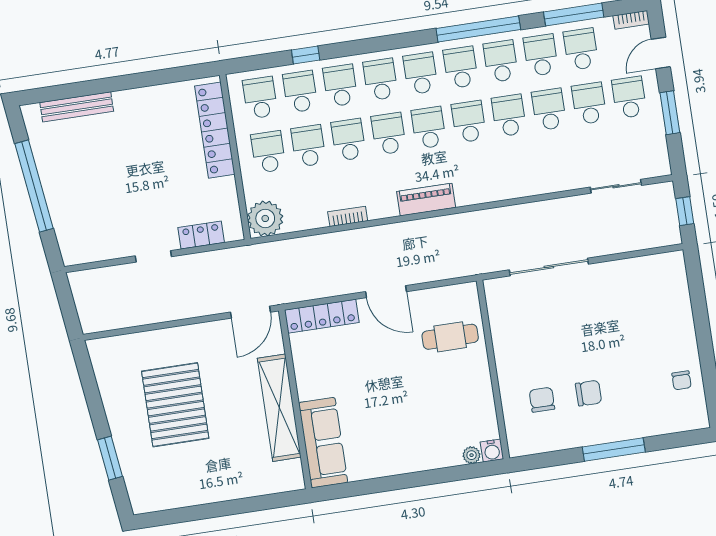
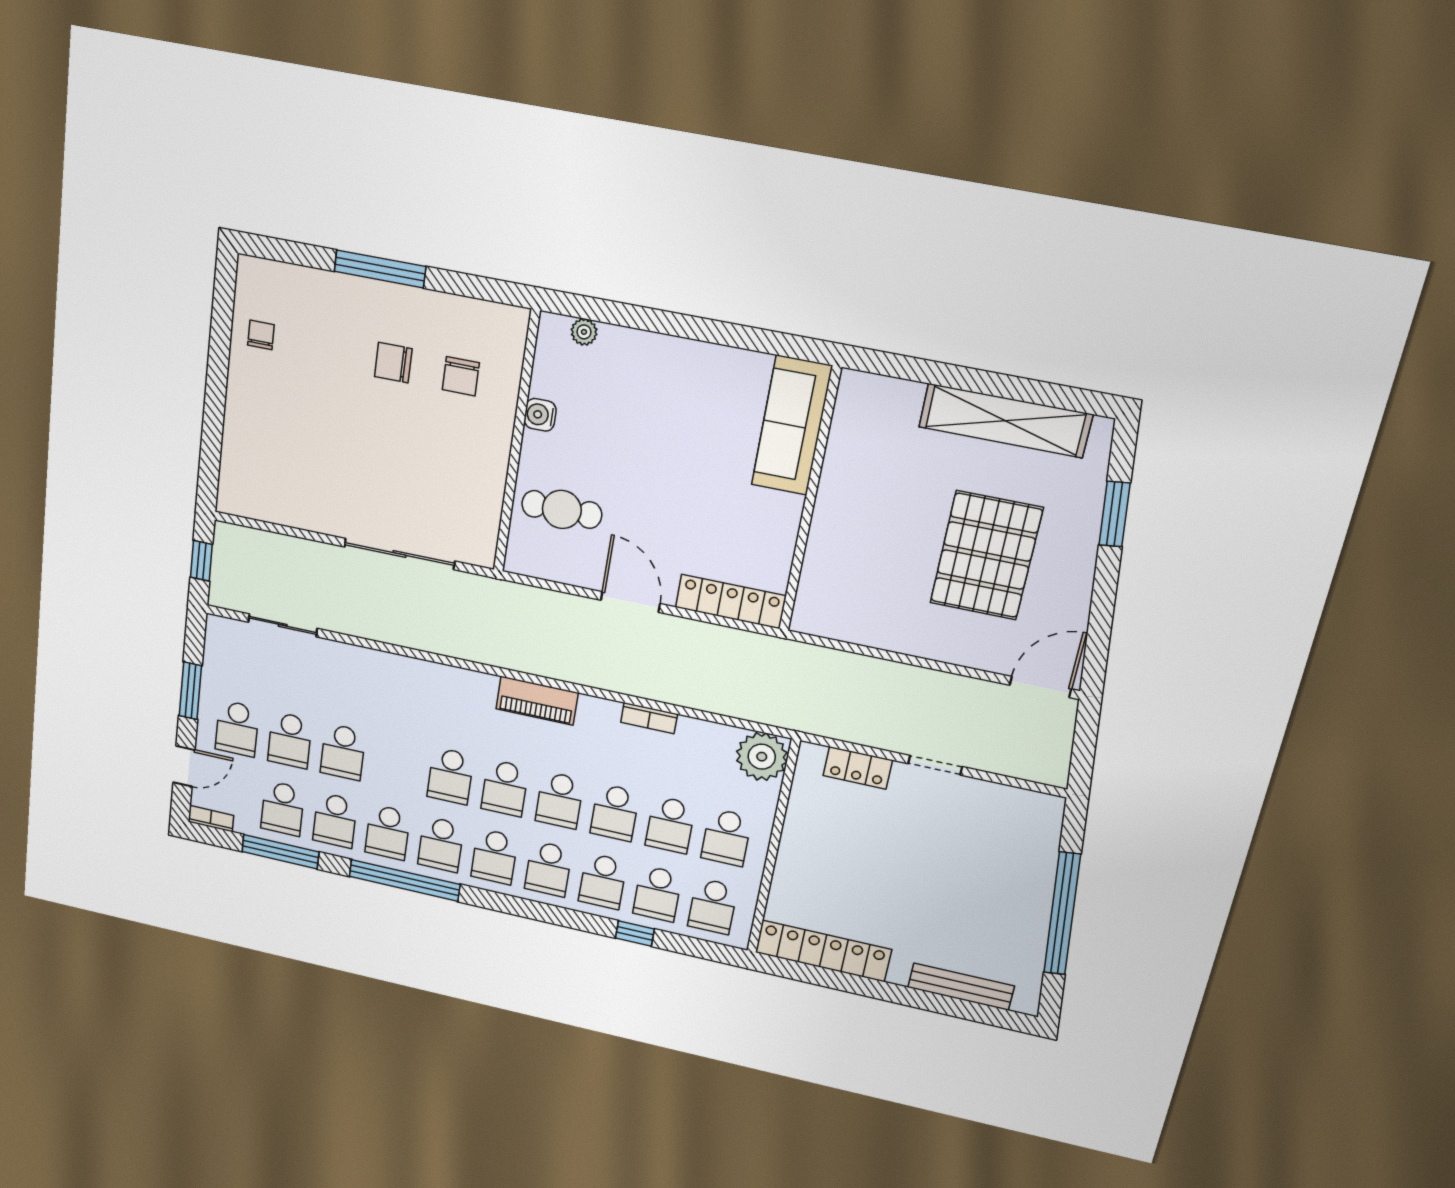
school desk: (509, 116) -> (396, 764), removed
locker: (215, 130) -> (823, 951), moved, turned -90
door: (250, 312) -> (1040, 687), moved
shelving: (279, 408) -> (1005, 421), moved, turned 90
water cooler: (492, 451) -> (540, 415), moved, turned -90

